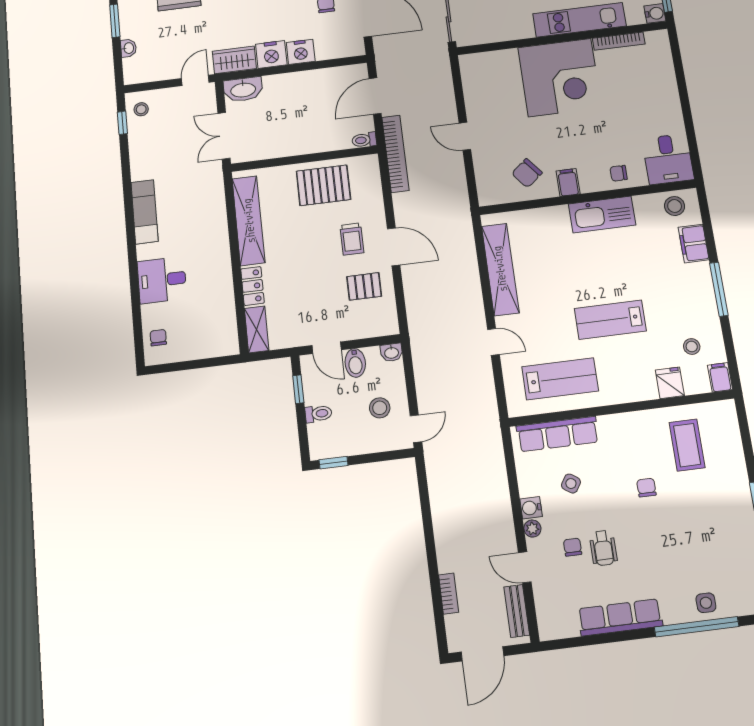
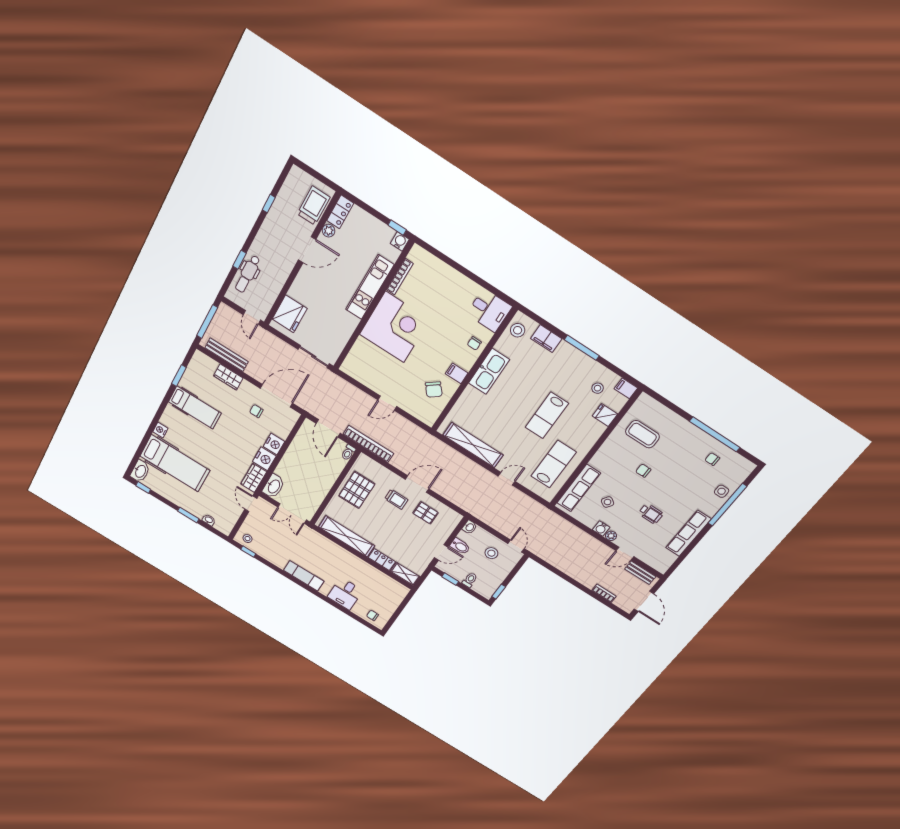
pallet: (364, 286) -> (426, 513), turned 90
chair: (573, 547) -> (712, 459), moved

